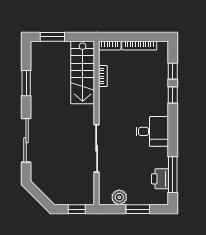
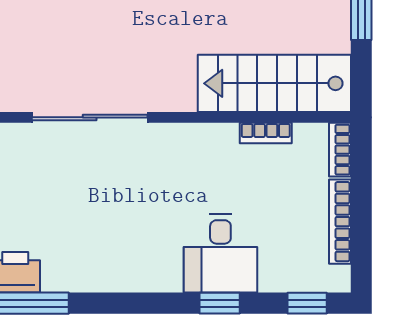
window: (173, 71) -> (307, 303), moved
desk: (152, 131) -> (220, 253), moved

